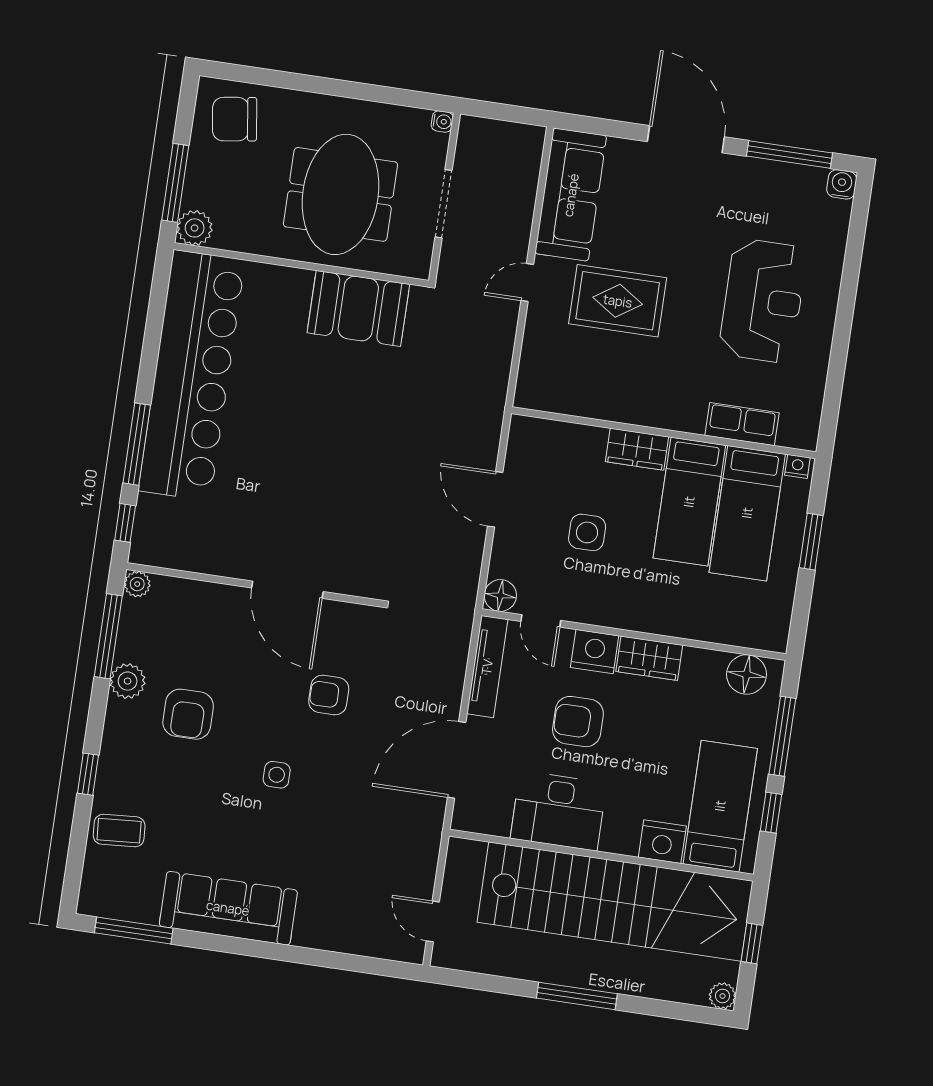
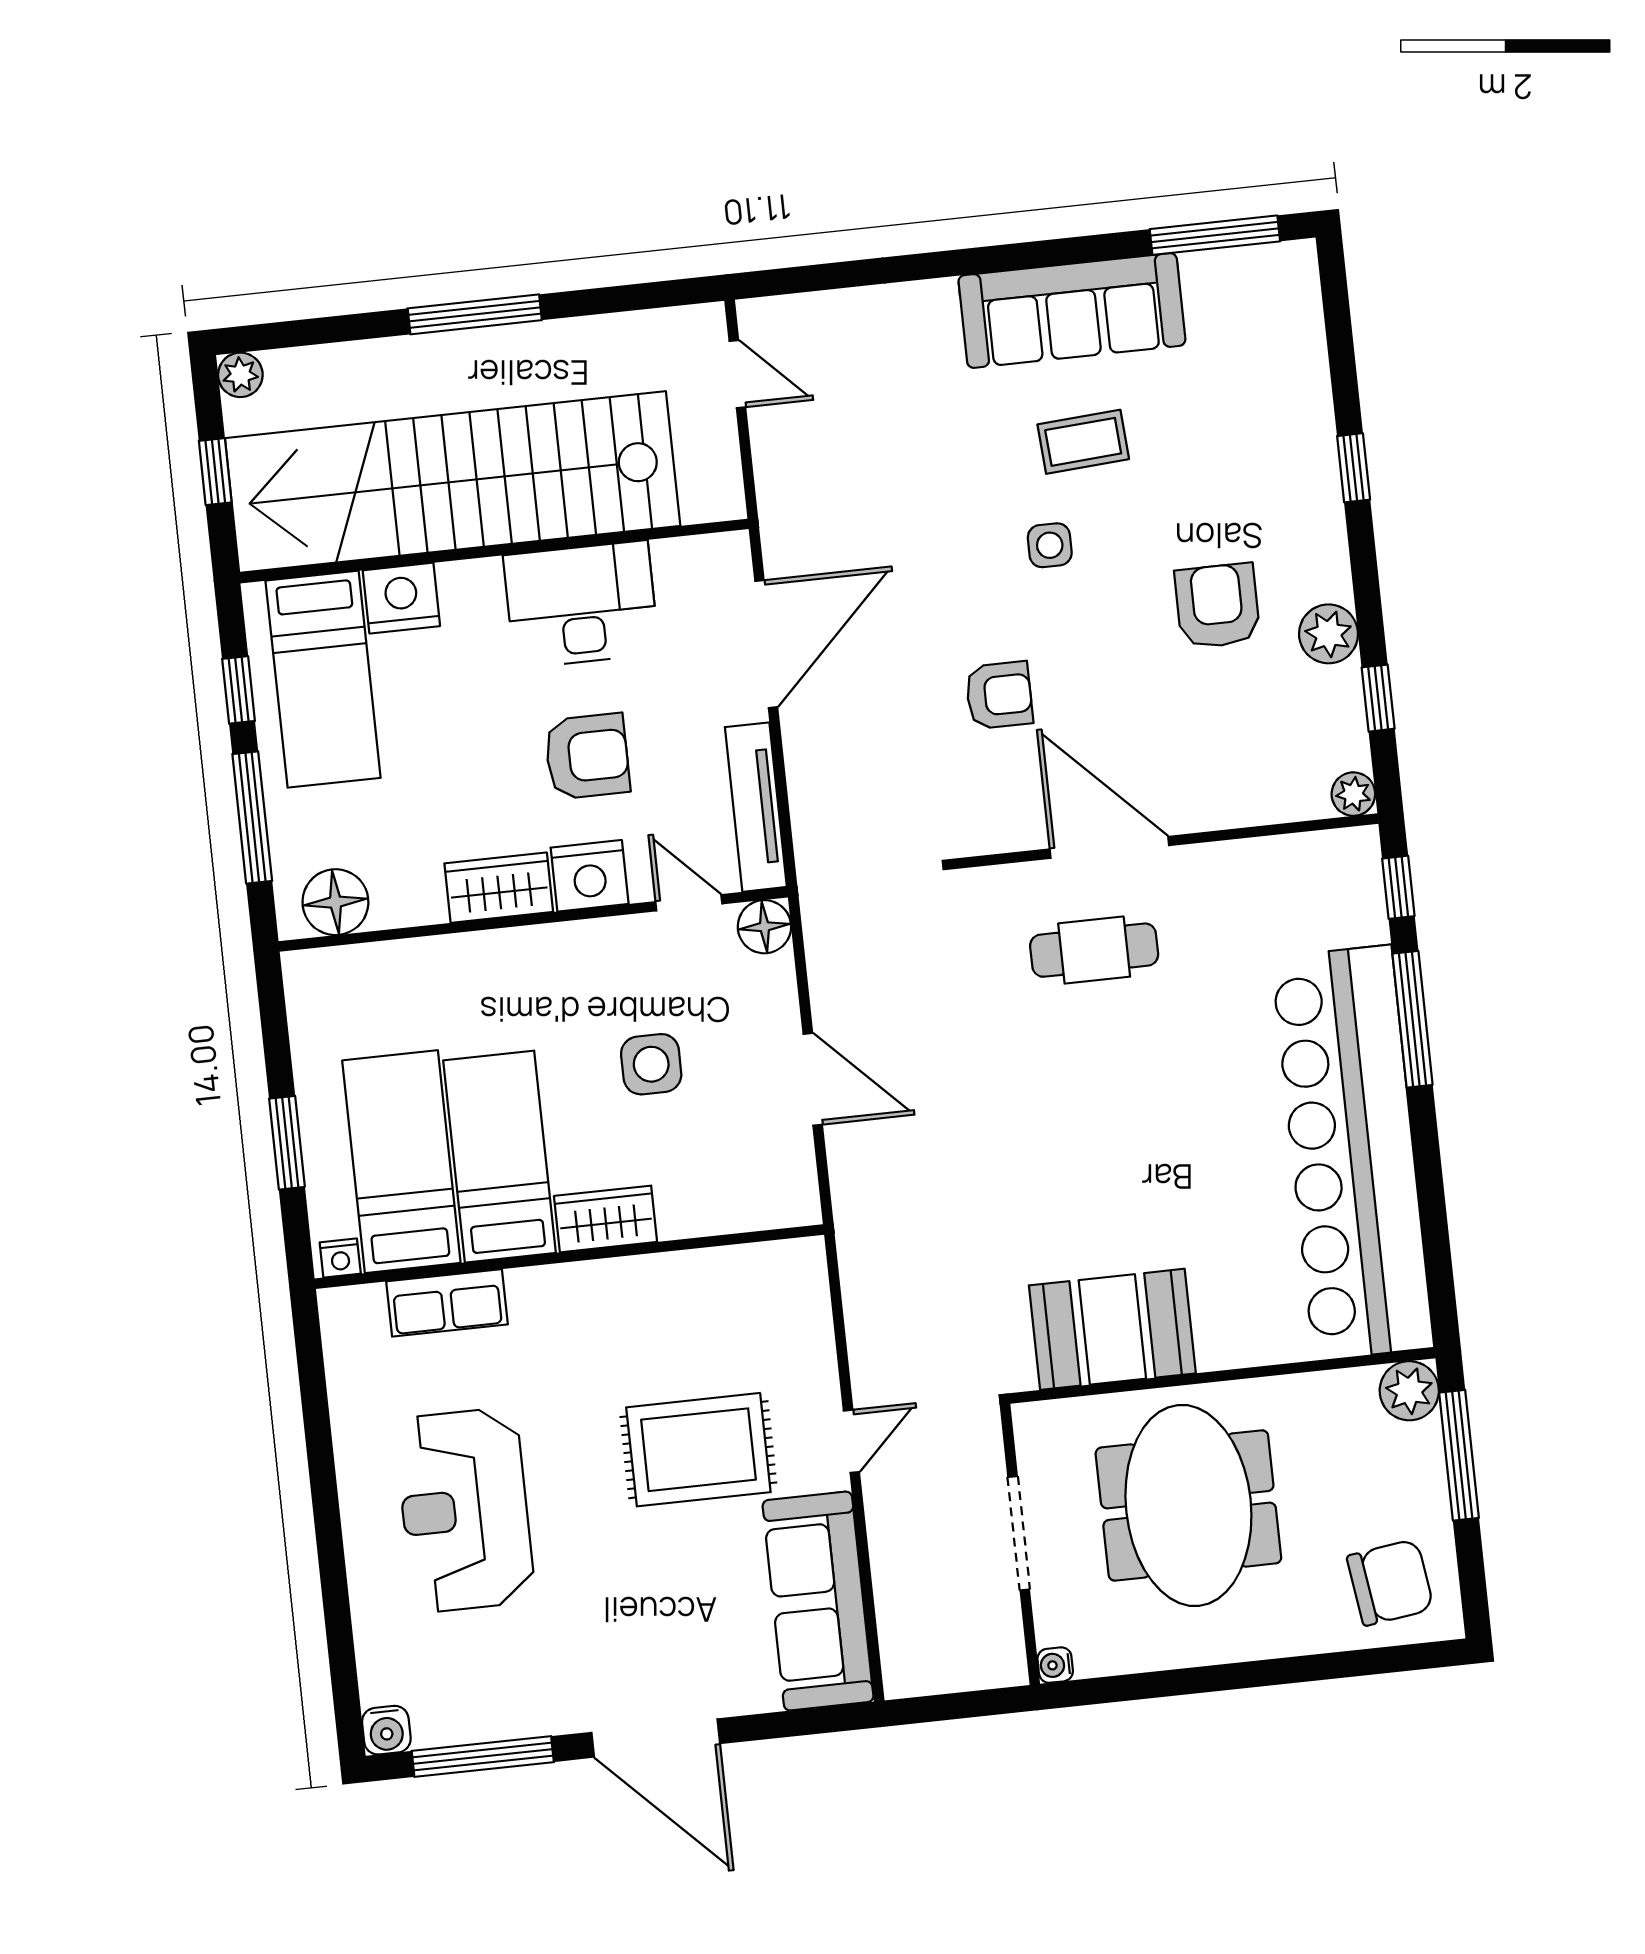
cafe table: (312, 532) -> (1094, 950), added
window: (108, 636) -> (1378, 698), width x0.46
coffee table: (119, 831) -> (1083, 442), moved

